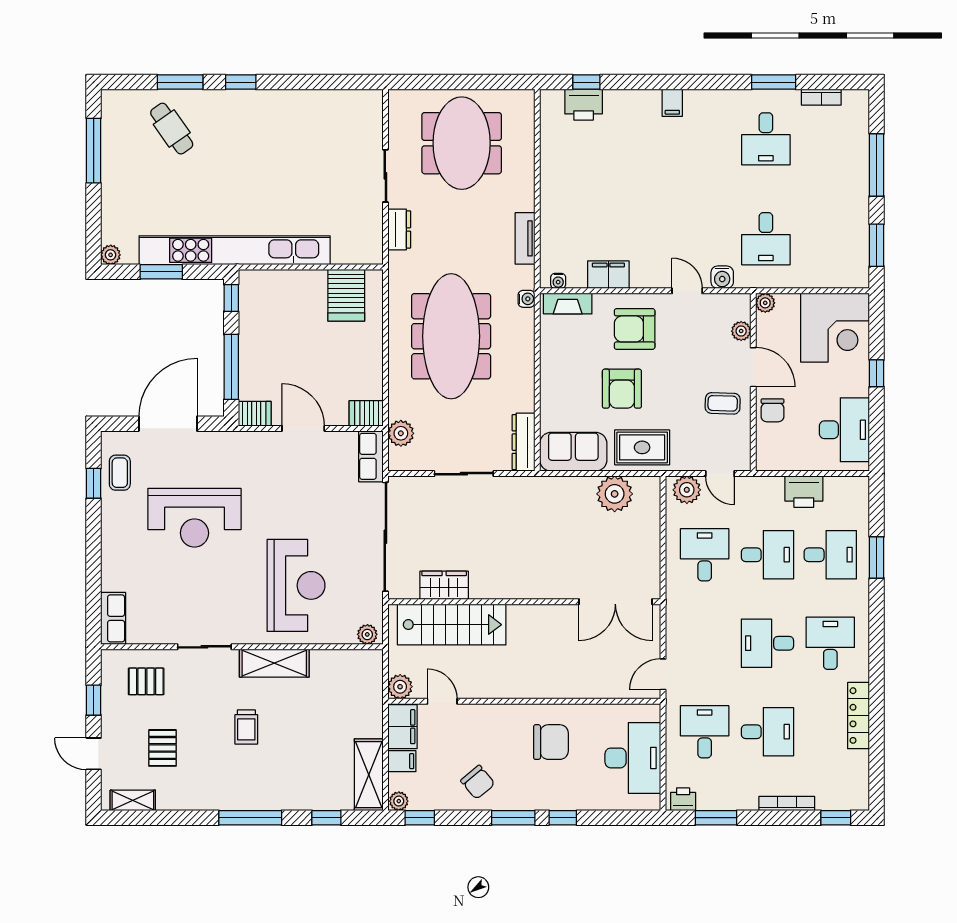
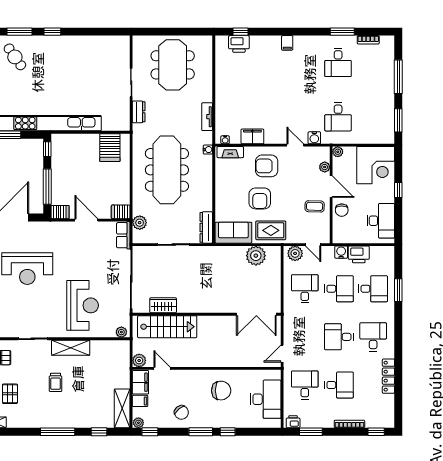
water cooler: (772, 487) -> (341, 252), added

